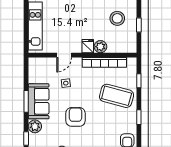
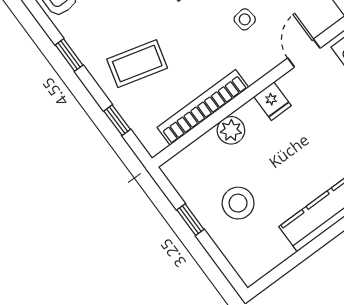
fridge: (88, 46) -> (273, 101), moved
door: (64, 55) -> (304, 53), moved
coffee table: (117, 96) -> (137, 64), width x0.73, depth x0.76

